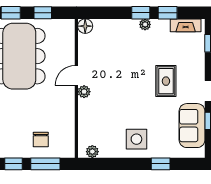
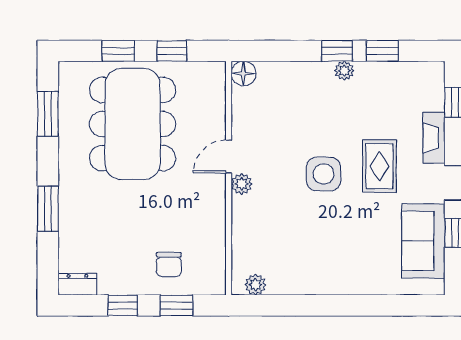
fireplace: (186, 25) -> (434, 138), moved, turned 90
side table: (136, 139) -> (324, 174), moved
window: (45, 164) -> (176, 305), width x0.67
window: (161, 164) -> (370, 305), removed

